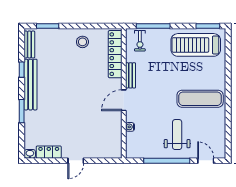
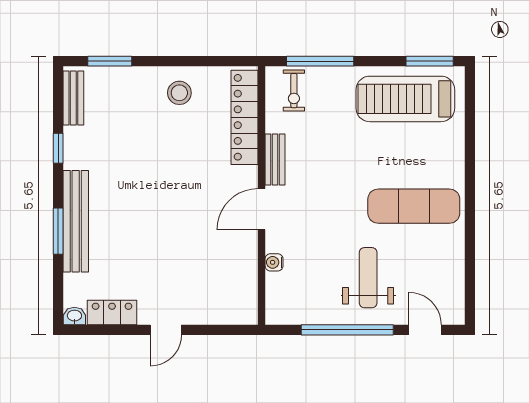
bench: (31, 85) -> (76, 221), moved

